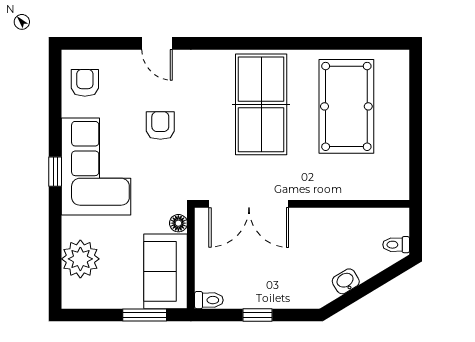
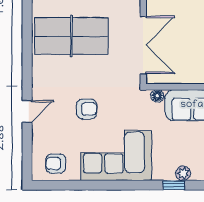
armchair: (160, 126) -> (87, 109), turned 180
window: (55, 172) -> (174, 185), moved
plant: (80, 259) -> (183, 173), width x0.53, depth x0.53

